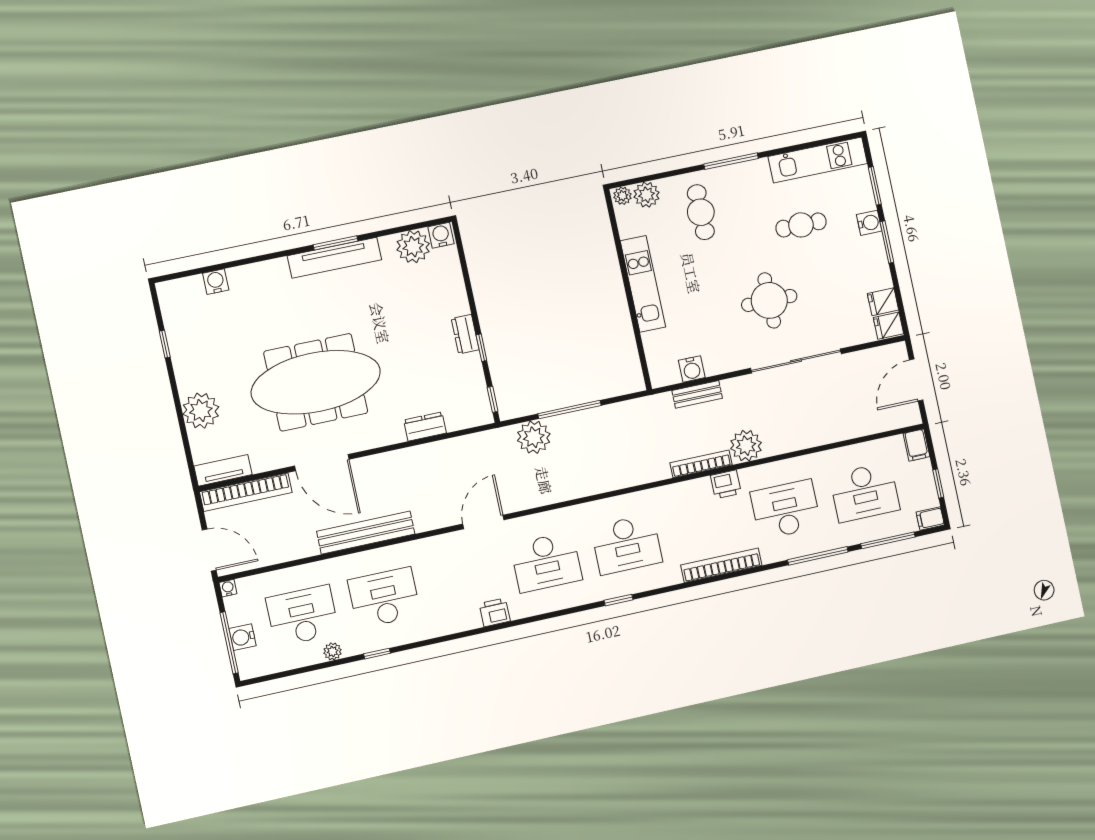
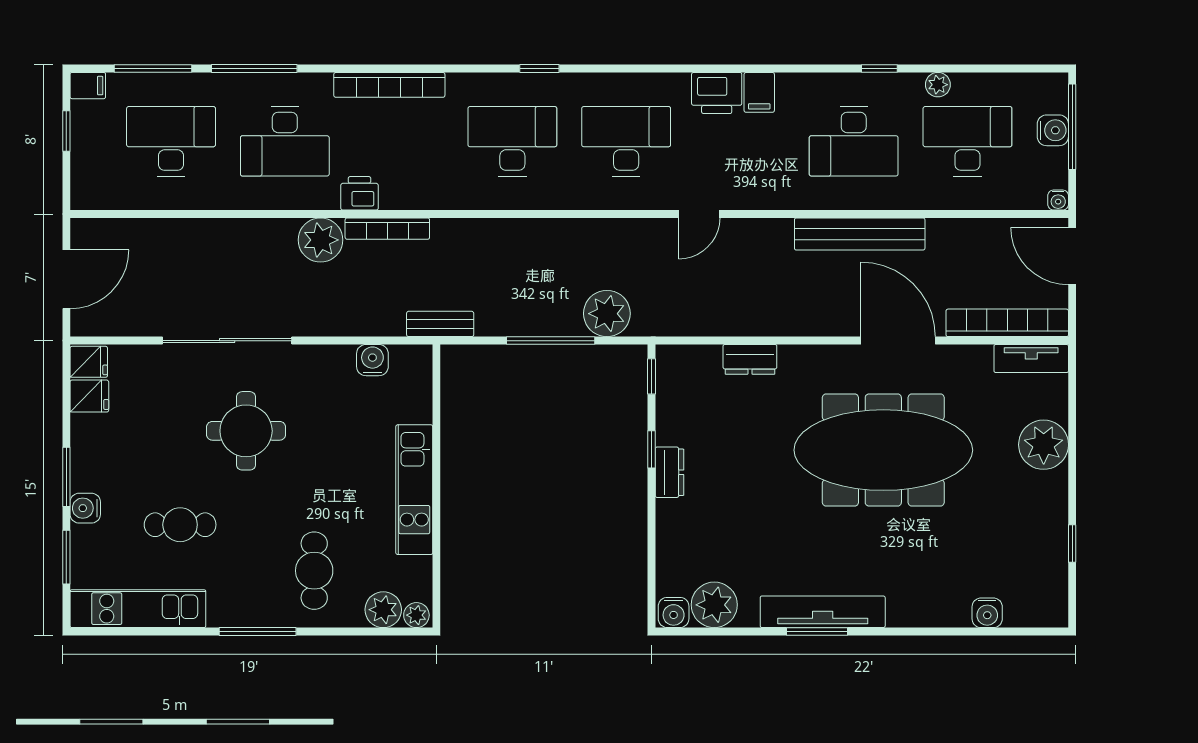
bench: (697, 394) -> (440, 324), moved
filing cabinet: (916, 445) -> (759, 92), moved, turned 180
door: (483, 522) -> (699, 214), width x0.73
printer: (495, 612) -> (717, 93), width x1.36, depth x1.24
desk: (303, 616) -> (967, 141), turned 180

